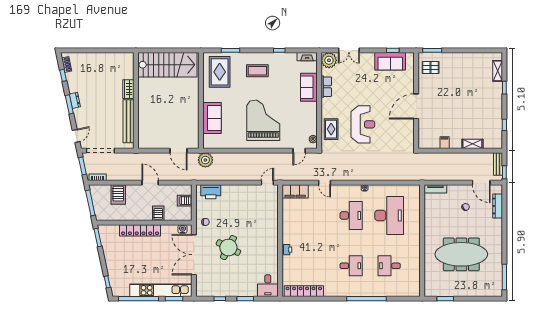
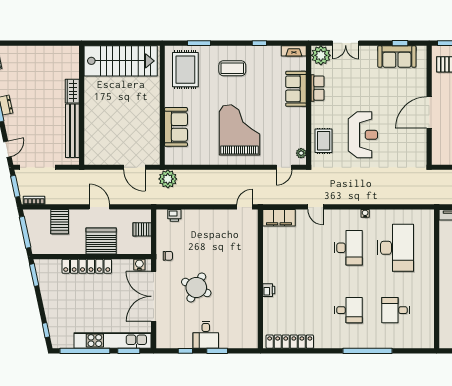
printer: (211, 192) -> (174, 215), width x0.53, depth x0.68
server rack: (158, 213) -> (101, 241), width x2.18, depth x1.44
desk: (268, 286) -> (206, 335), moved

